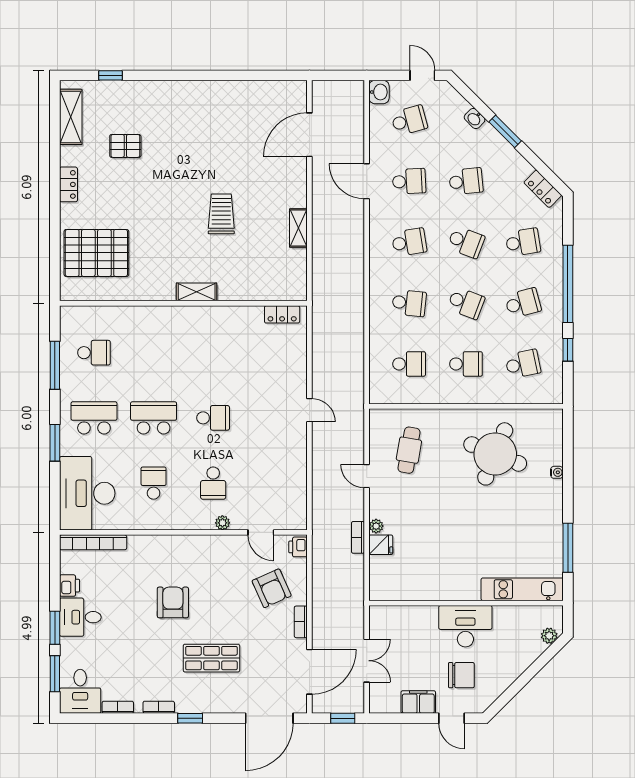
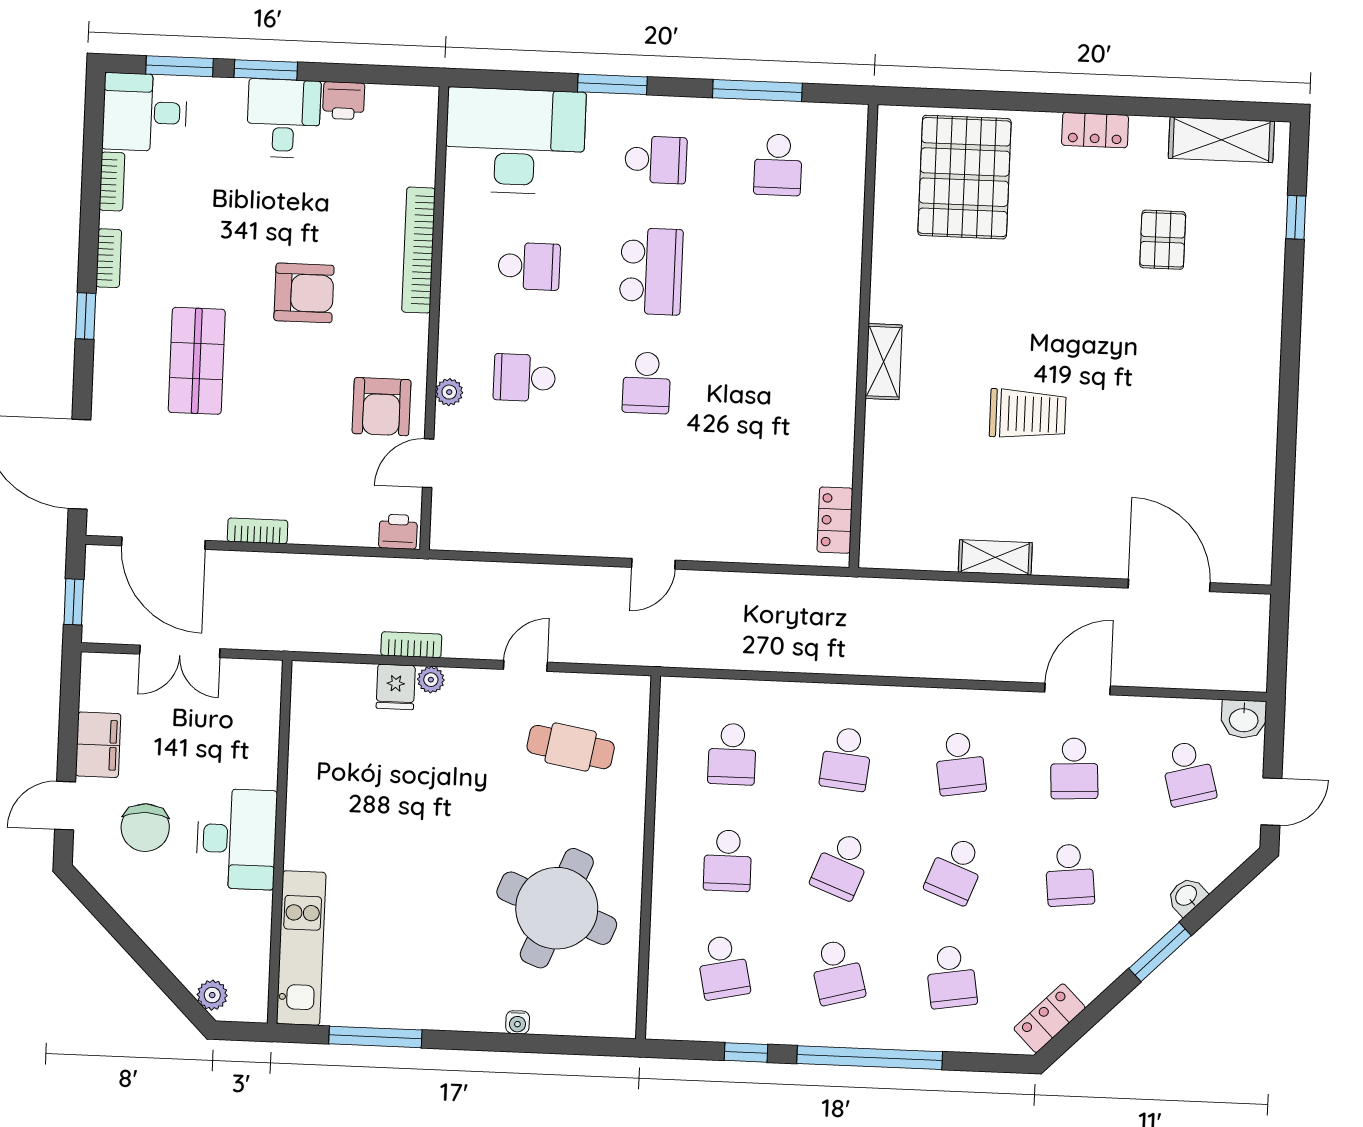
school desk: (94, 418) -> (656, 160), width x0.54
bookcase: (93, 542) -> (419, 250), moved
armchair: (272, 588) -> (382, 407), moved, turned -66

